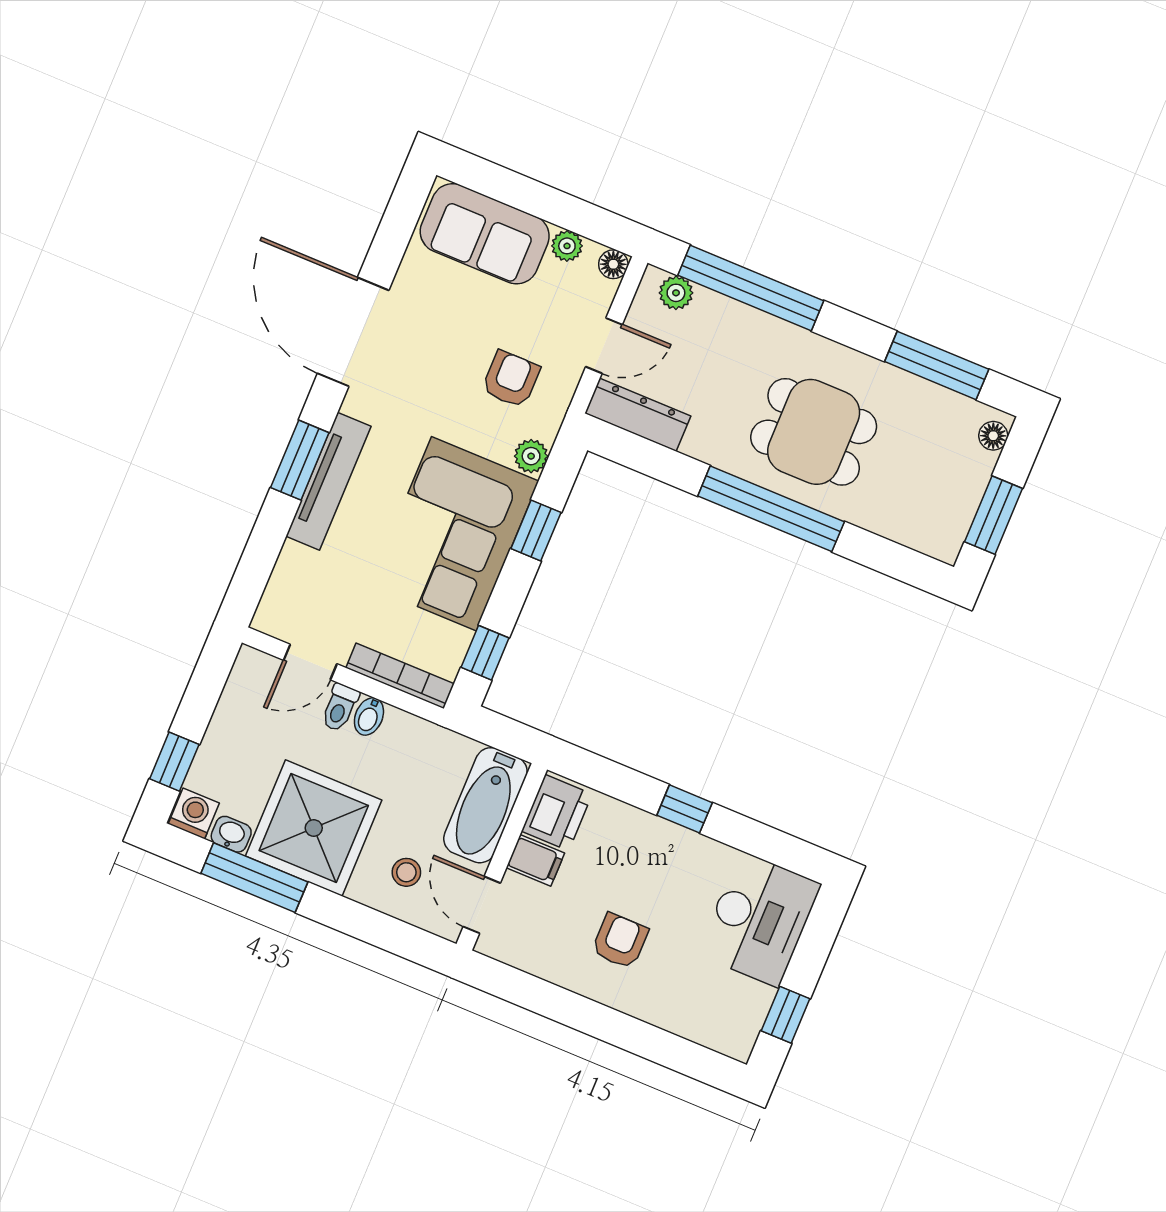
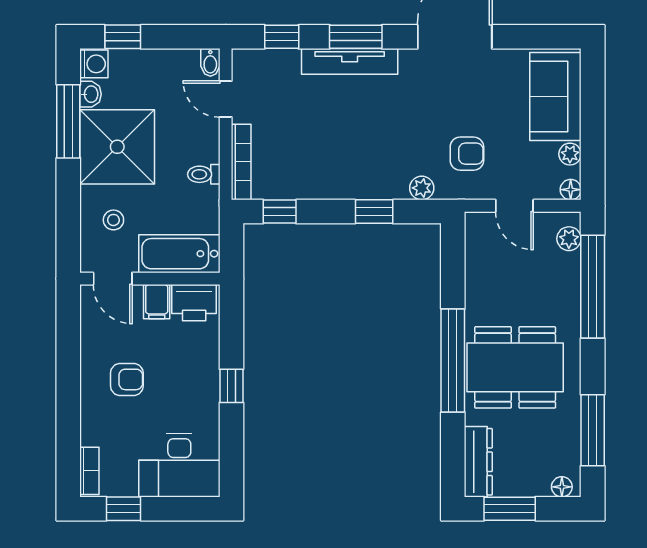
dresser: (638, 415) -> (478, 462), moved
dining table: (814, 432) -> (515, 367), width x1.38
corner sofa: (454, 534) -> (349, 159), removed
window: (260, 556) -> (282, 37), added
toilet: (340, 708) -> (204, 174), moved
bidet: (369, 716) -> (210, 62), moved, turned -90
door: (482, 905) -> (113, 279), swing flipped
bookcase: (718, 1039) -> (89, 471), added

